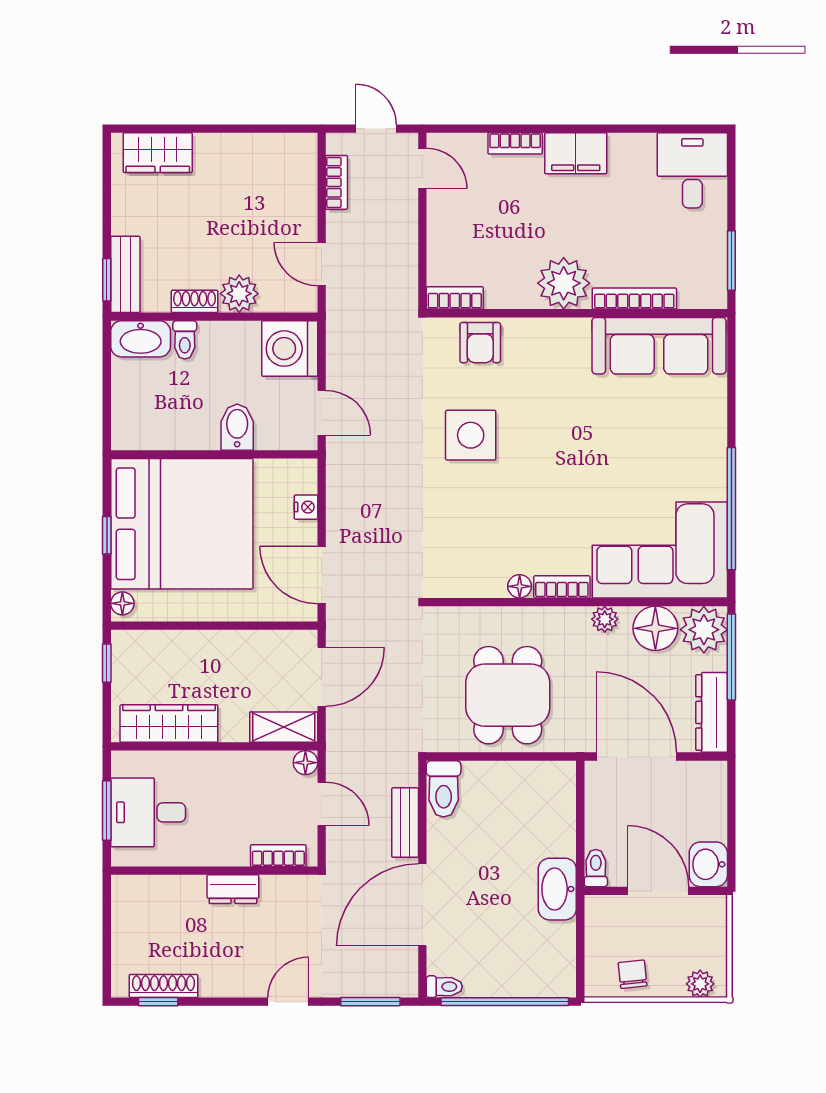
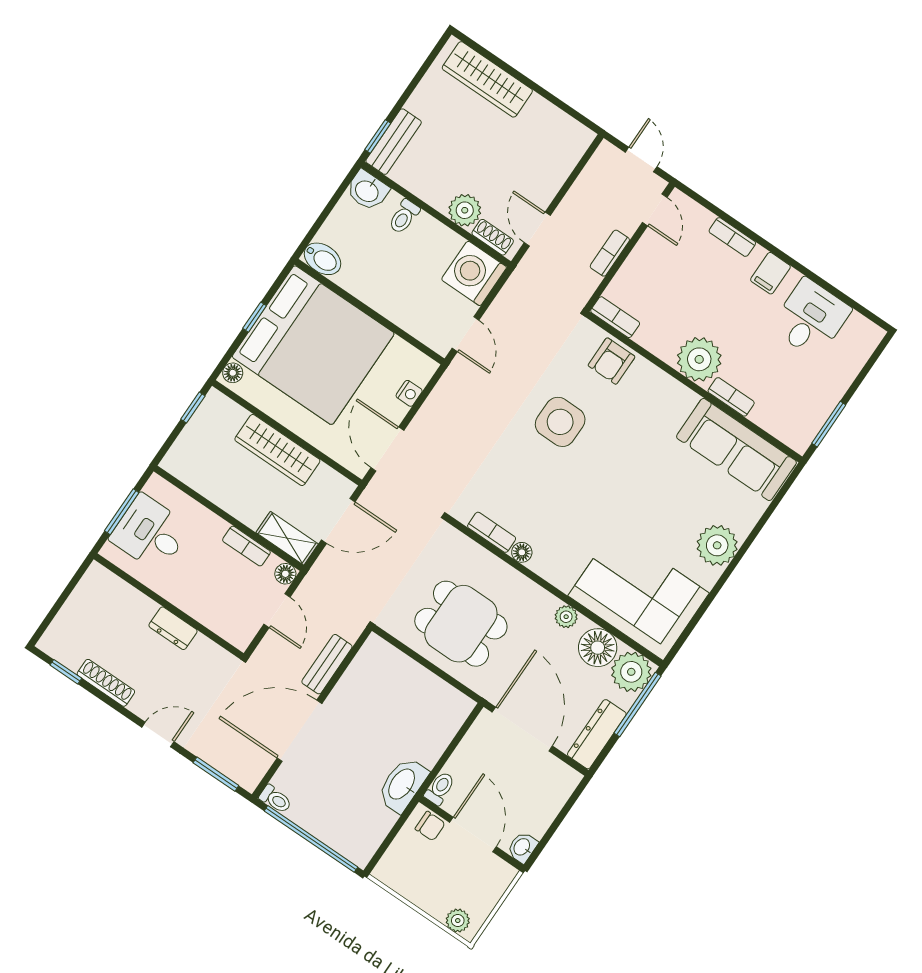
wardrobe: (158, 153) -> (487, 79), width x1.50
filing cabinet: (576, 153) -> (770, 273), width x0.50
desk: (692, 170) -> (811, 318), moved
bookcase: (337, 182) -> (610, 253), moved, turned 180
bookcase: (634, 298) -> (731, 397), width x0.64
shoe rack: (195, 301) -> (493, 237), moved
washbasin: (141, 339) -> (367, 191), width x0.72
bidet: (237, 427) -> (322, 259), moved, turned 90
plant: (703, 451) -> (717, 545), added
window: (731, 509) -> (709, 600), removed
bookcase: (562, 587) -> (492, 532), moved
dining table: (508, 695) -> (461, 624), turned 90
wardrobe: (169, 724) -> (277, 450), moved, turned 180
toilet: (444, 789) -> (370, 659), removed
bookcase: (278, 856) -> (246, 546), moved, turned 180
washbasin: (708, 864) -> (522, 847), width x0.72, depth x0.69
chair: (633, 974) -> (430, 826), moved, turned 96
shoe rack: (163, 986) -> (106, 683), moved

